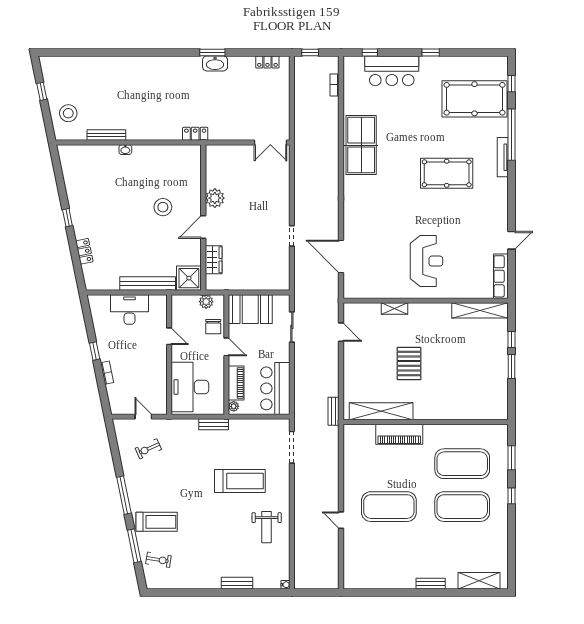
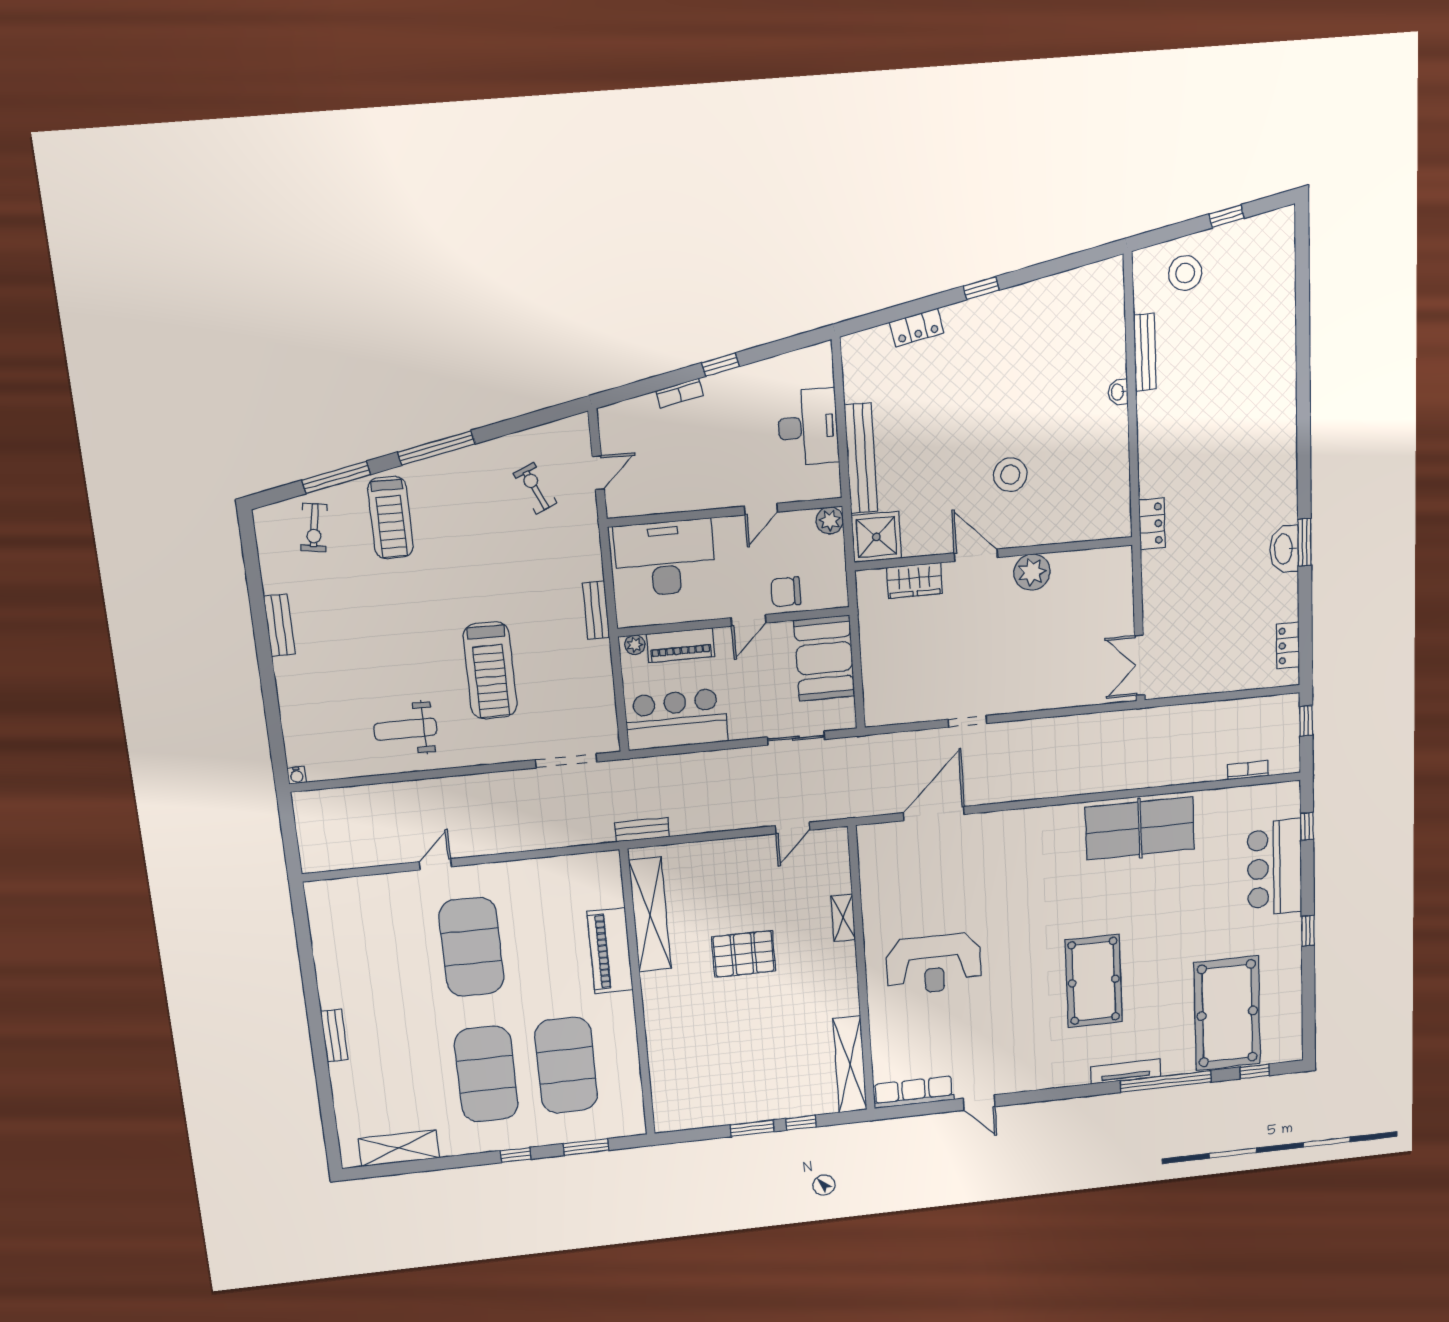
plant: (206, 302) -> (830, 520), moved
shelving: (479, 581) -> (399, 1148), moved, turned 90
bench: (237, 583) -> (279, 625), moved

